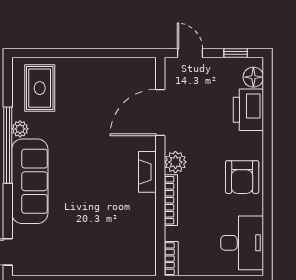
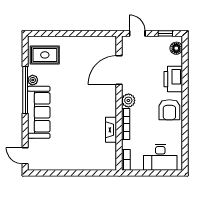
rug: (40, 88) -> (45, 55), turned 90
printer: (248, 110) -> (173, 79), moved
fireplace: (147, 172) -> (111, 130), moved
desk: (242, 243) -> (160, 157), moved, turned 90

